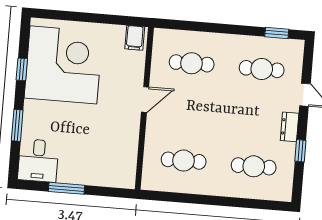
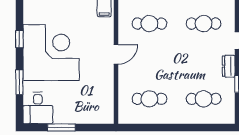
corner desk: (63, 65) -> (51, 53), moved

